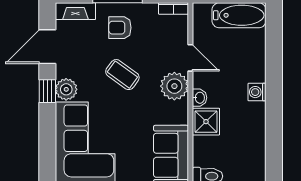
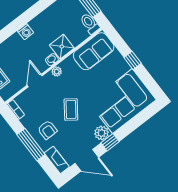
plant: (174, 86) -> (57, 71), width x0.53, depth x0.53

